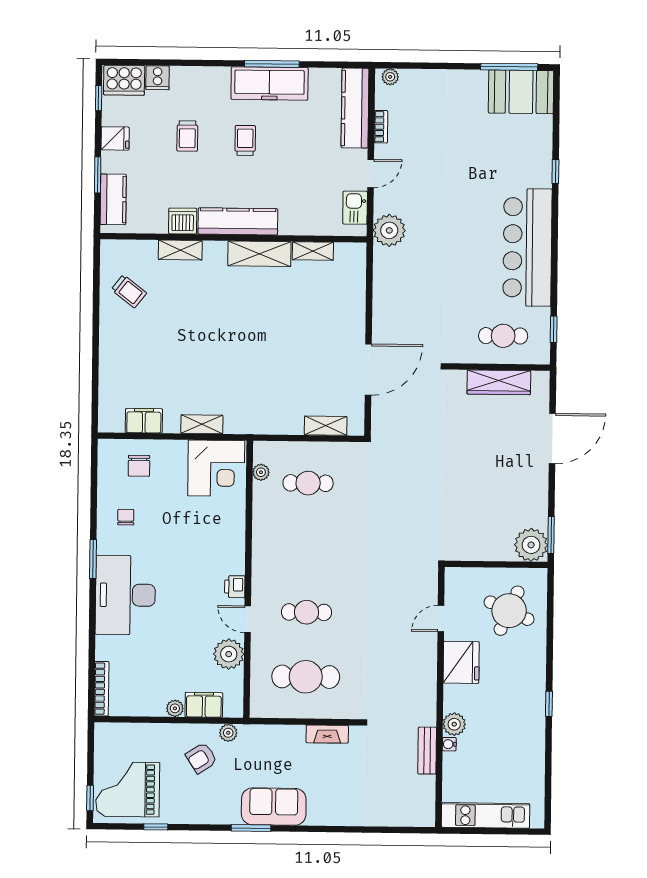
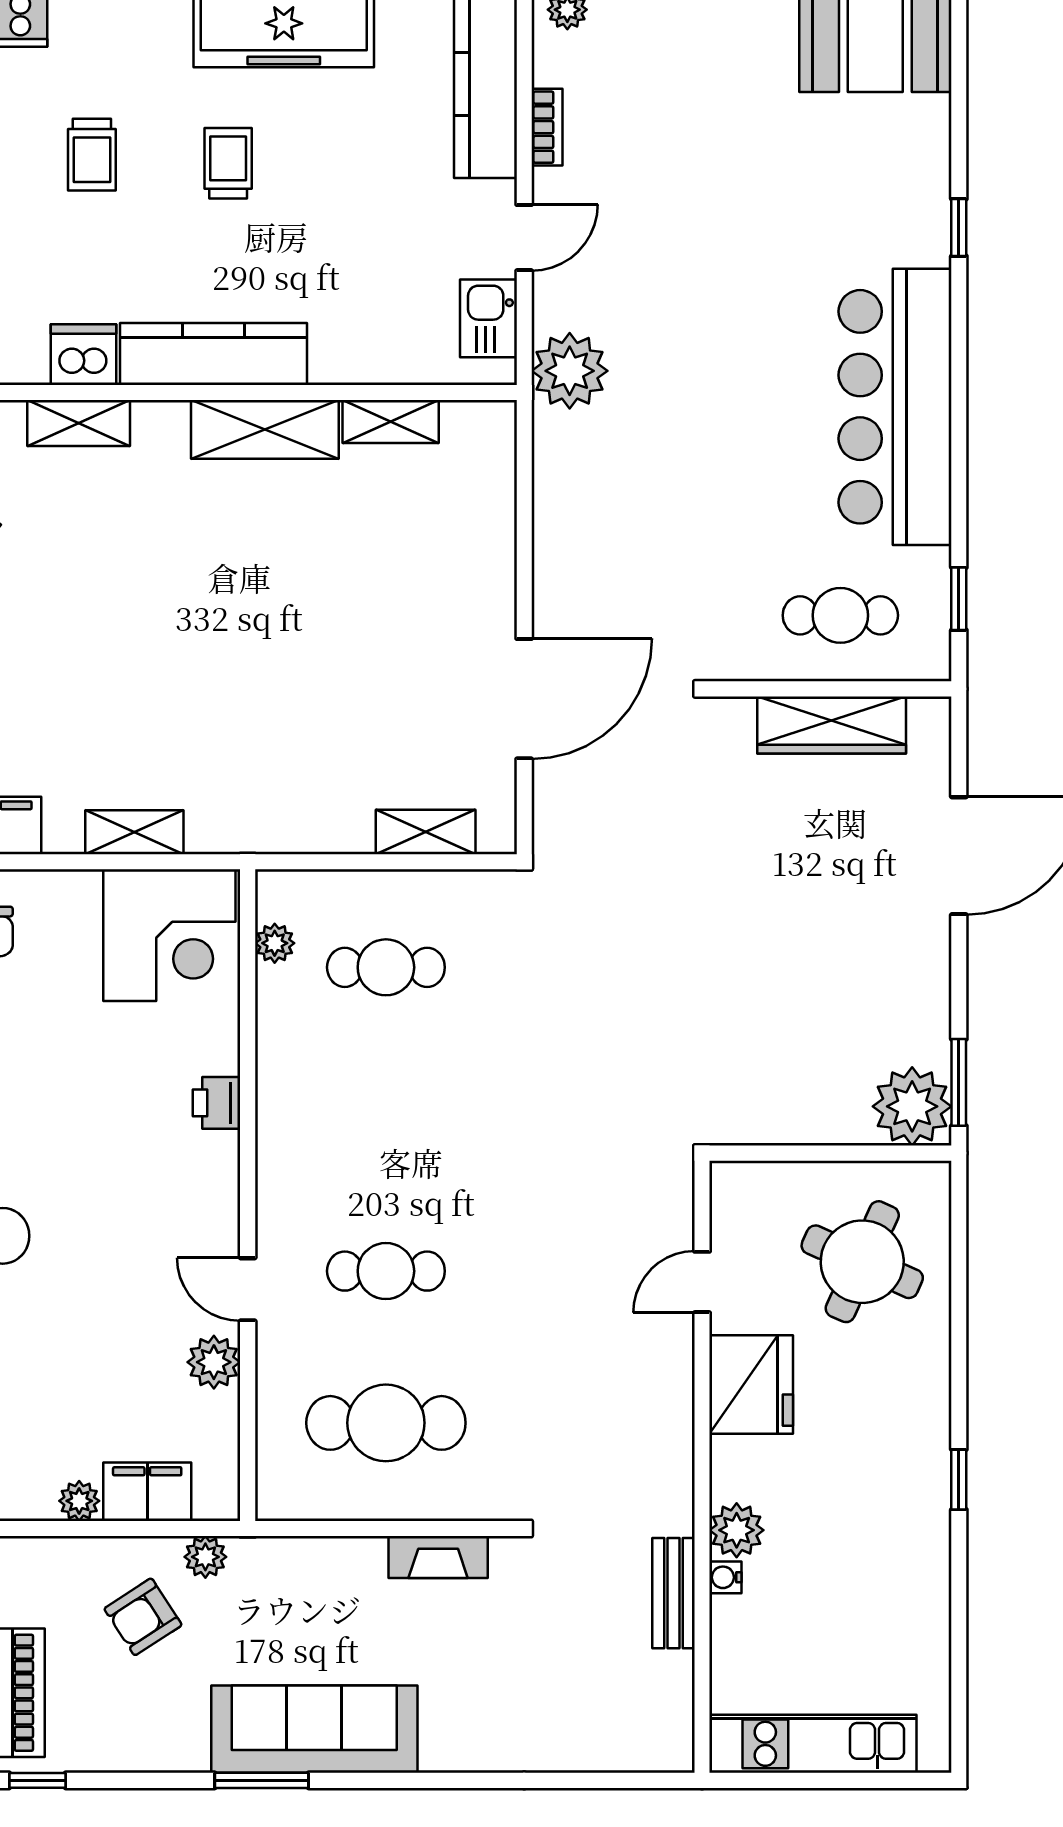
printer: (235, 587) -> (217, 1103), moved
plant: (229, 654) -> (214, 1362), width x0.73, depth x0.73
sofa: (274, 807) -> (314, 1729), width x1.36

